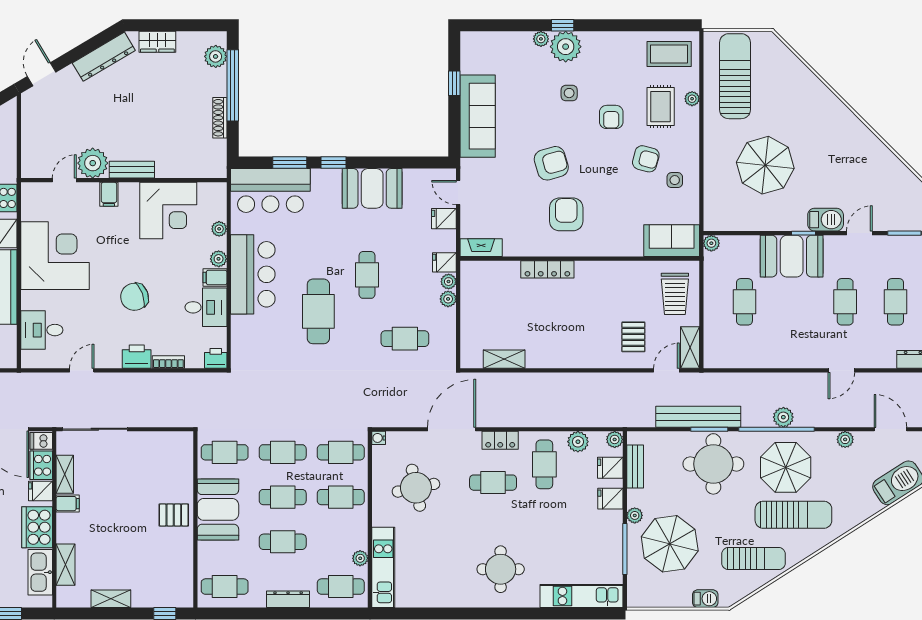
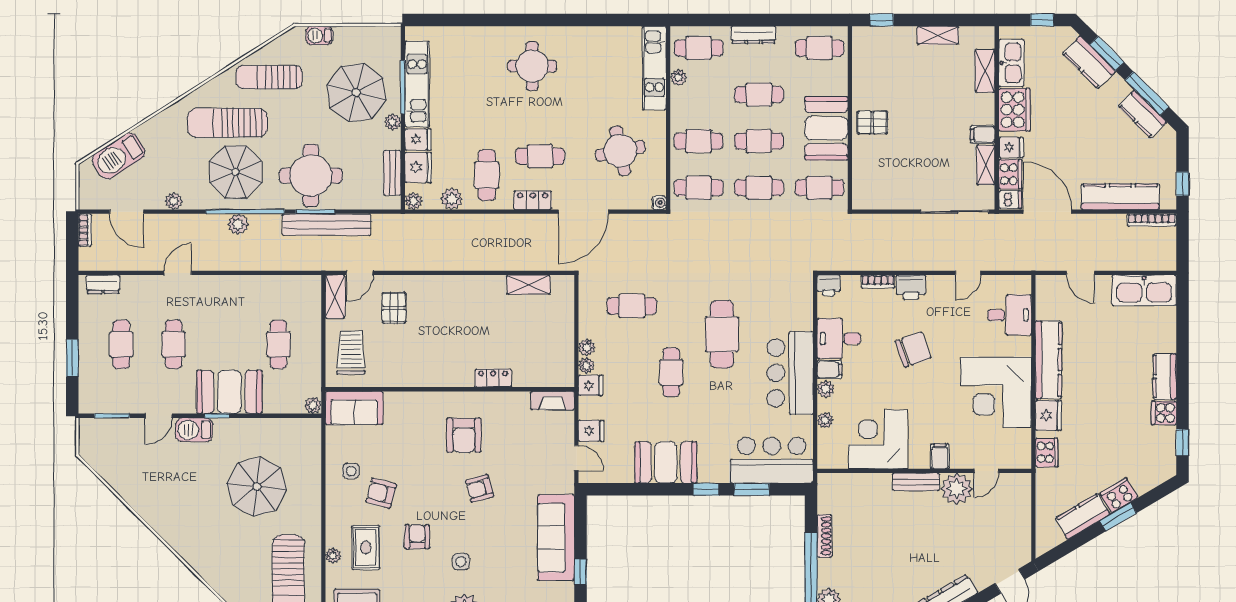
armchair: (551, 163) -> (480, 488), width x0.72, depth x0.72
locker: (547, 269) -> (493, 378), width x0.66
fridge: (610, 468) -> (418, 167), width x1.38
kitchen unit: (582, 596) -> (417, 84), moved, turned -90

